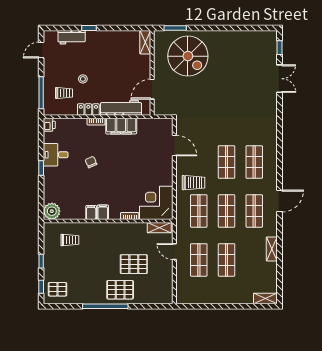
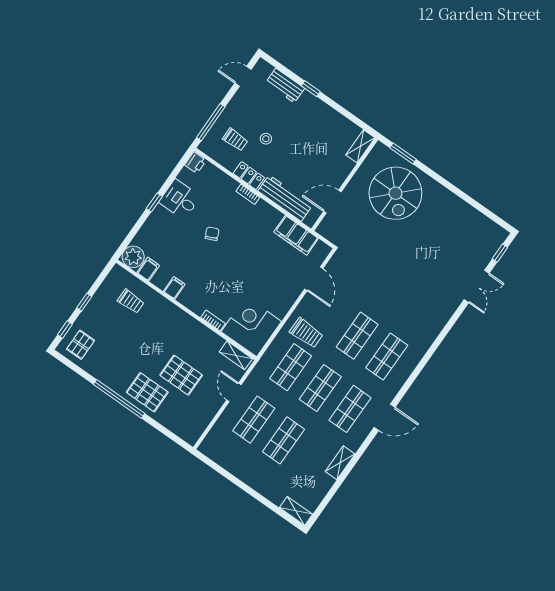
filing cabinet: (121, 126) -> (296, 235), moved
filing cabinet: (103, 212) -> (148, 269), moved
pallet: (58, 289) -> (81, 345), turned 90

